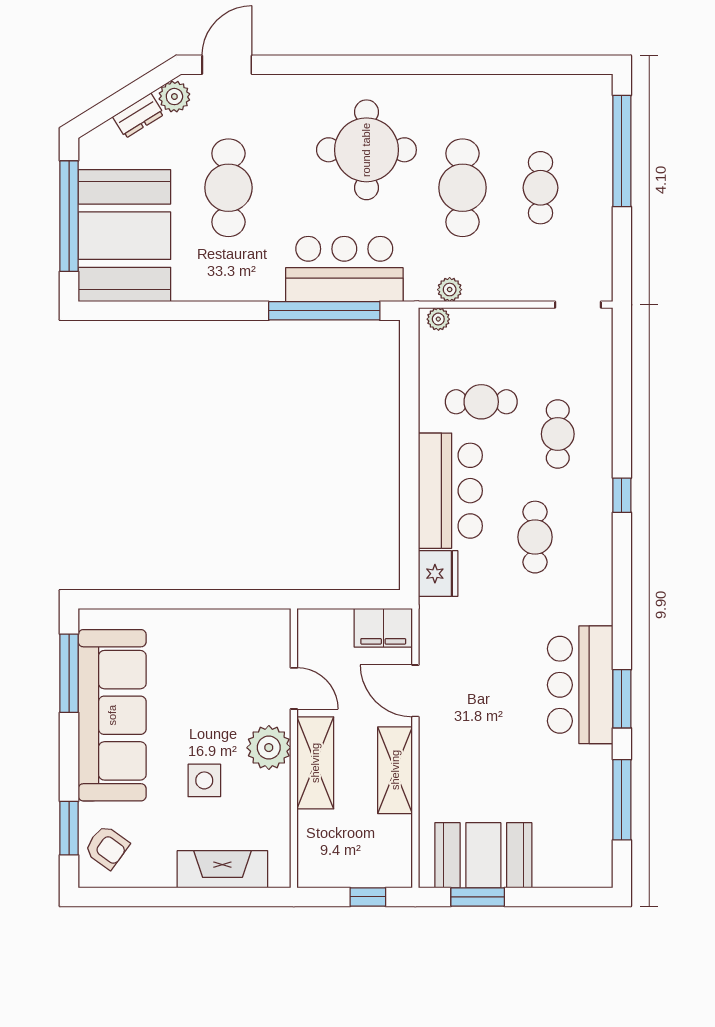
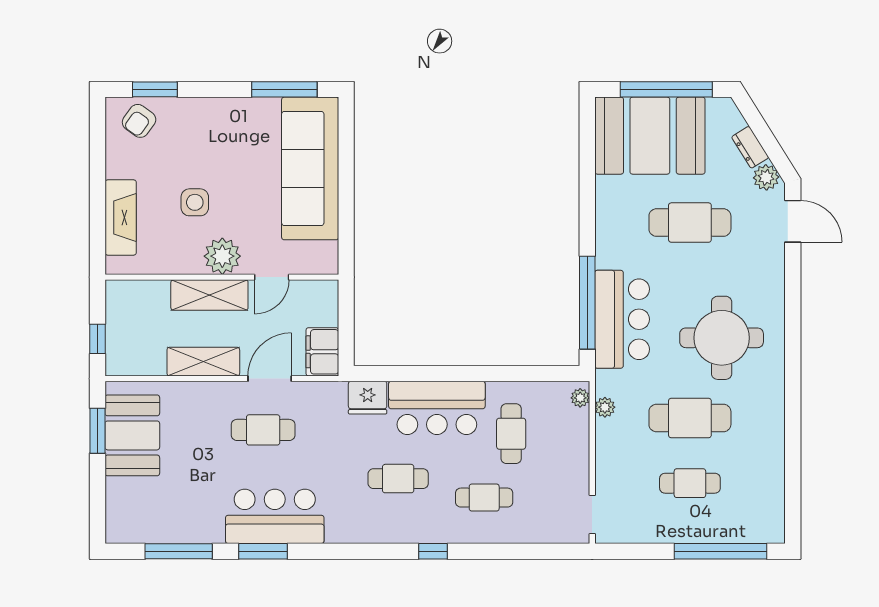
cafe table: (477, 699) -> (263, 430), added
sofa: (112, 715) -> (310, 168), moved, turned 90

